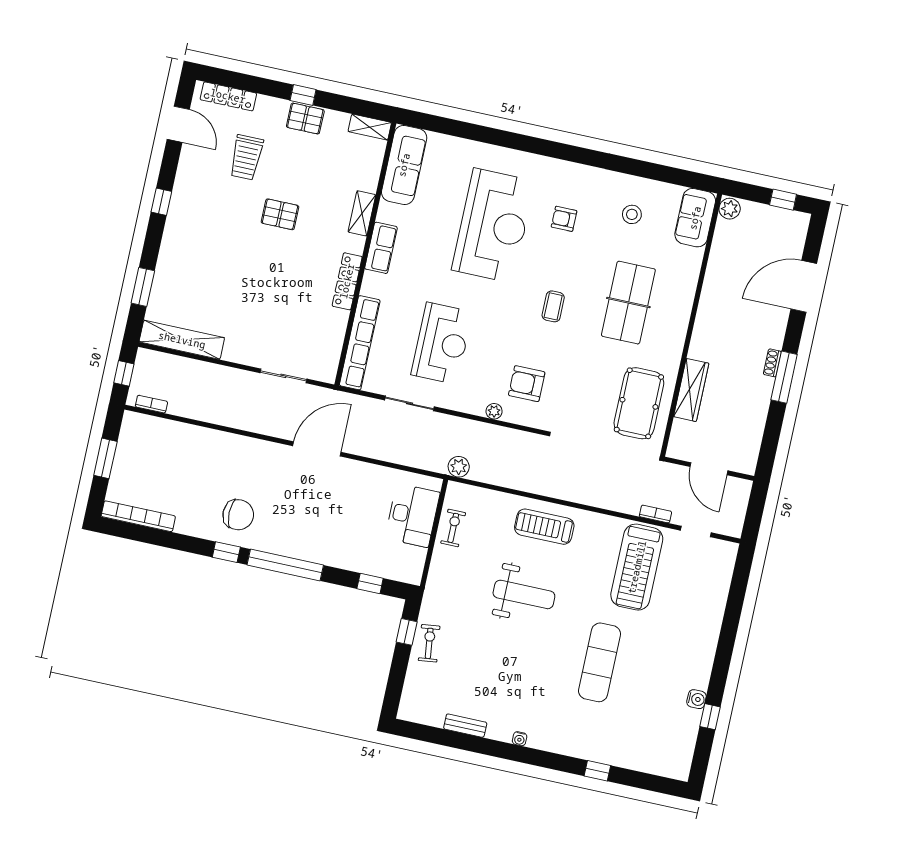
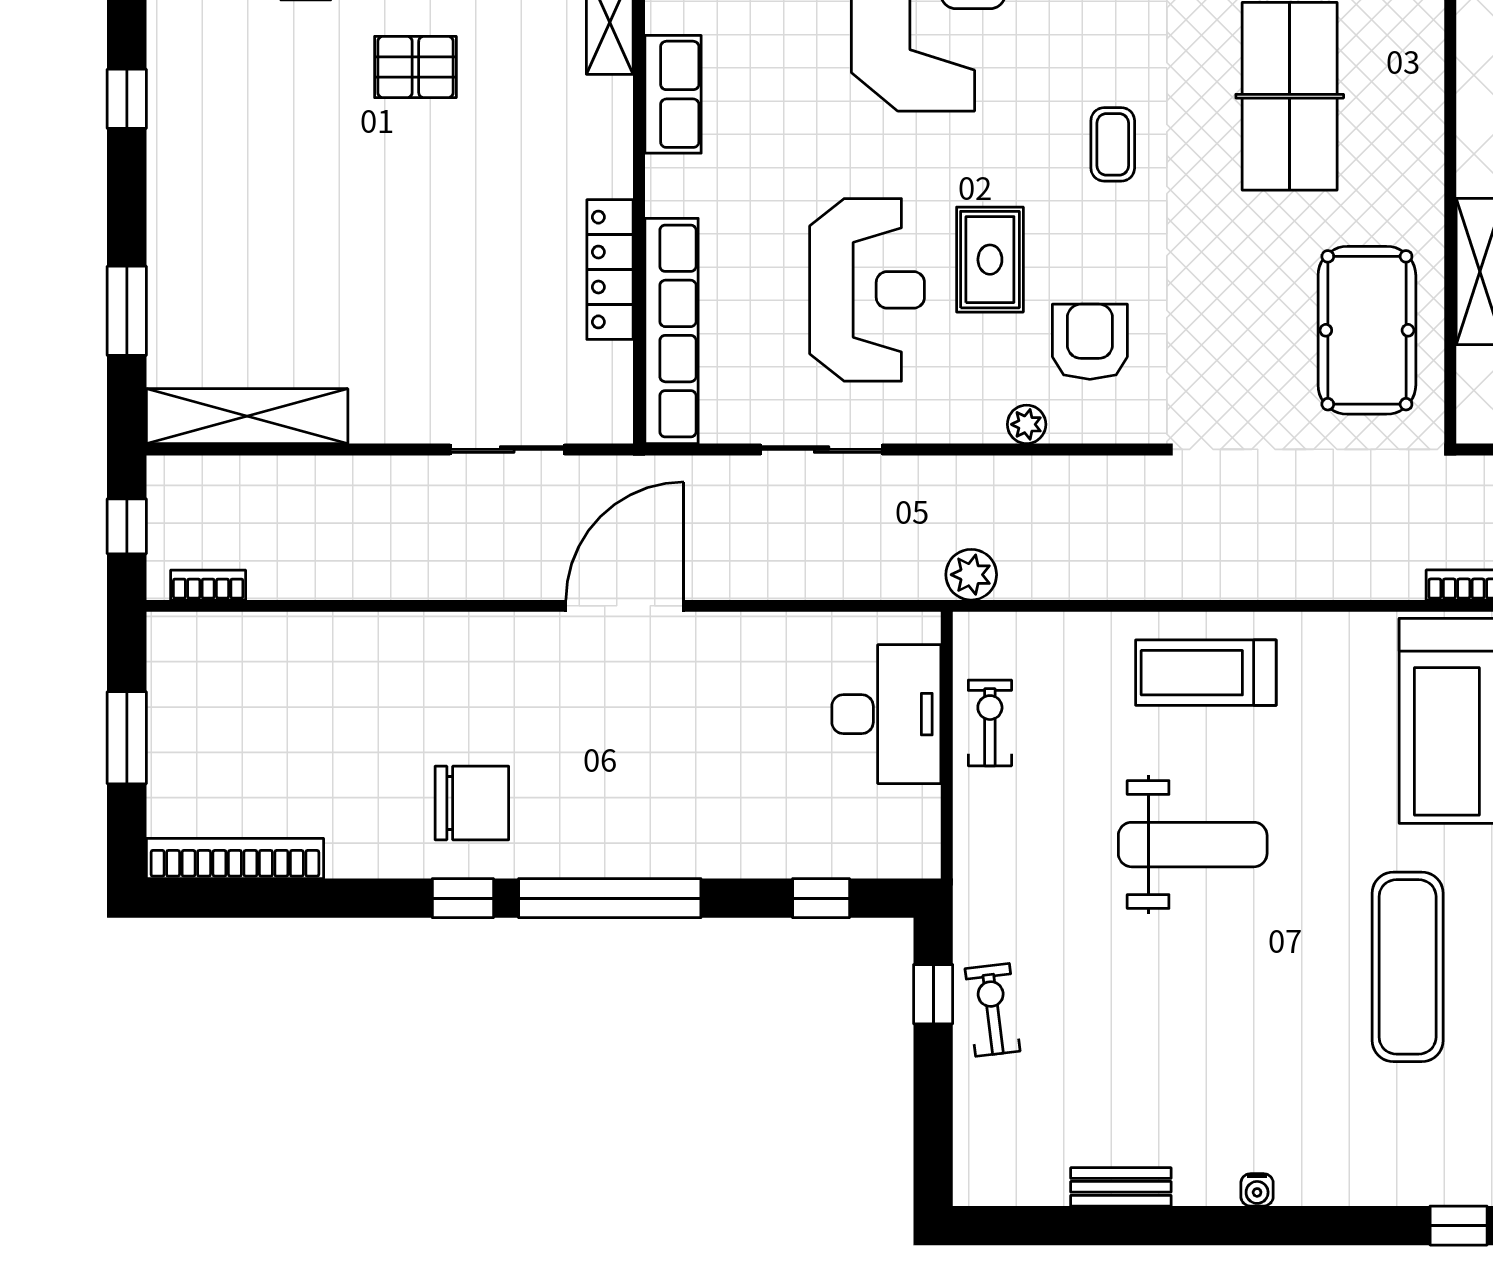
locker: (347, 281) -> (610, 270), moved
rug: (494, 342) -> (990, 260), added
armchair: (527, 384) -> (1090, 342), turned 90

